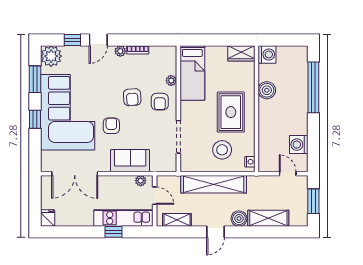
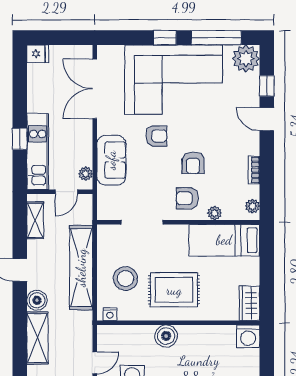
plant: (120, 51) -> (252, 206), moved
window: (35, 79) -> (216, 38), width x1.44
boiler: (267, 90) -> (166, 336), moved
armchair: (132, 97) -> (193, 163), turned -86

